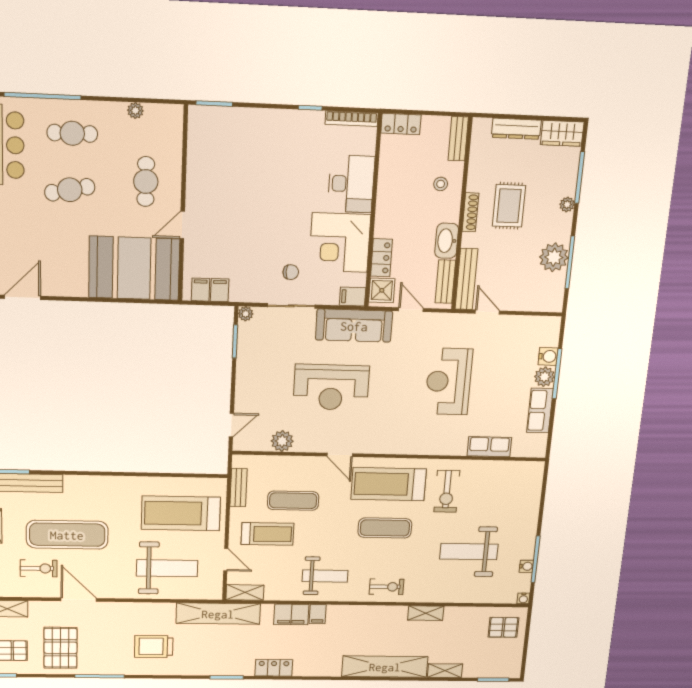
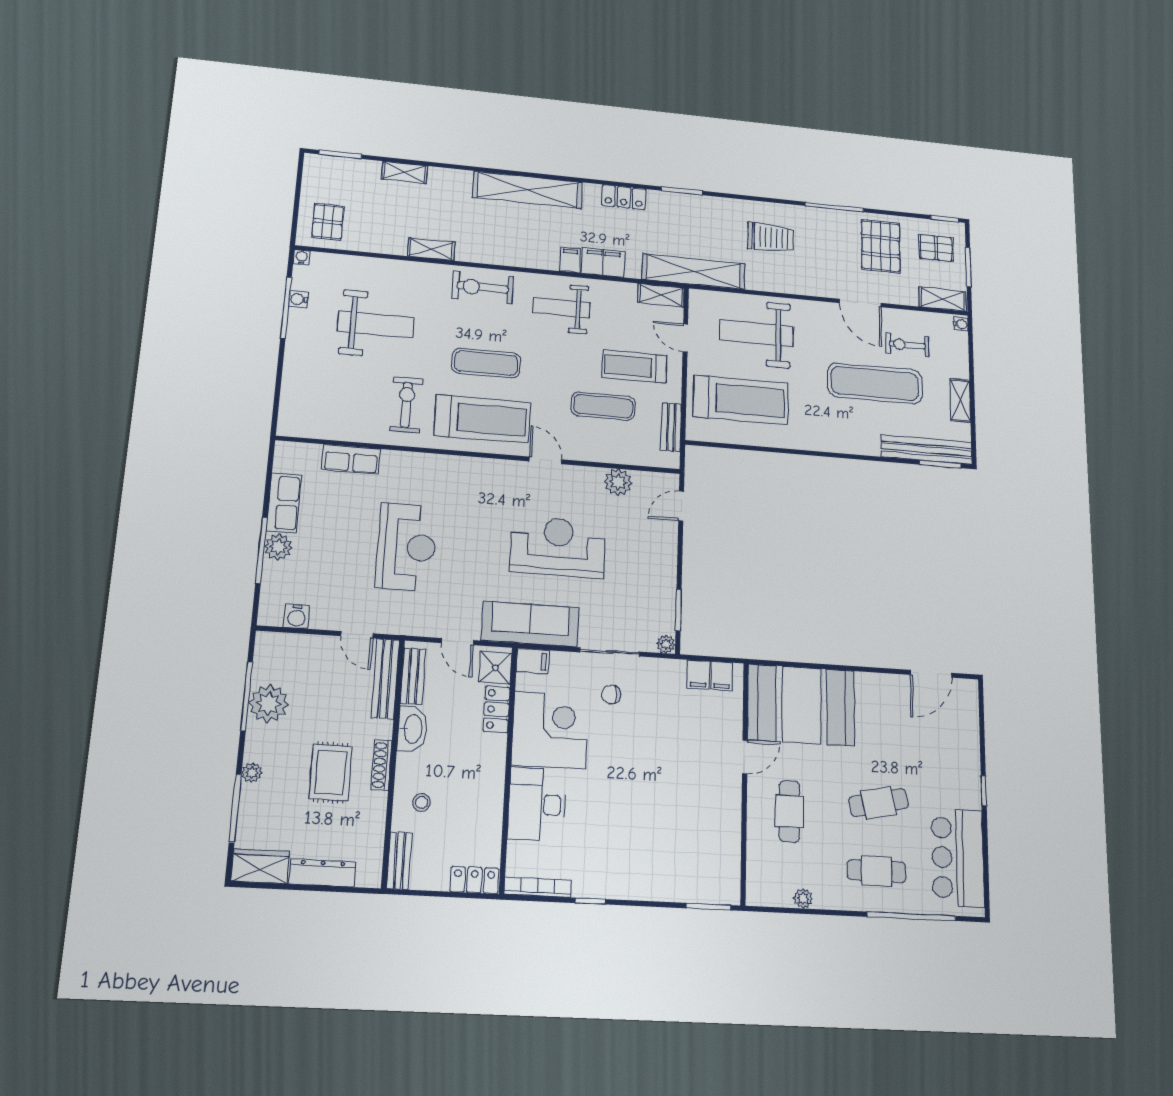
water cooler: (548, 356) -> (297, 616), moved, turned -90
exercise bike: (387, 587) -> (483, 288), width x1.38, depth x1.39
pallet: (503, 627) -> (328, 222), turned 90
shelving: (385, 667) -> (528, 190), moved

